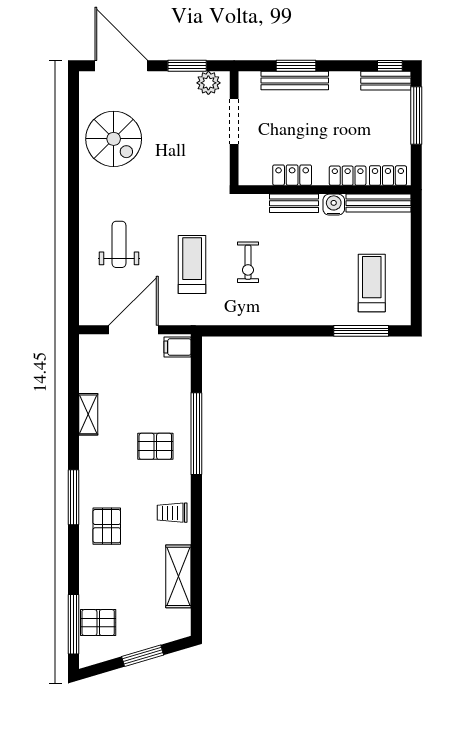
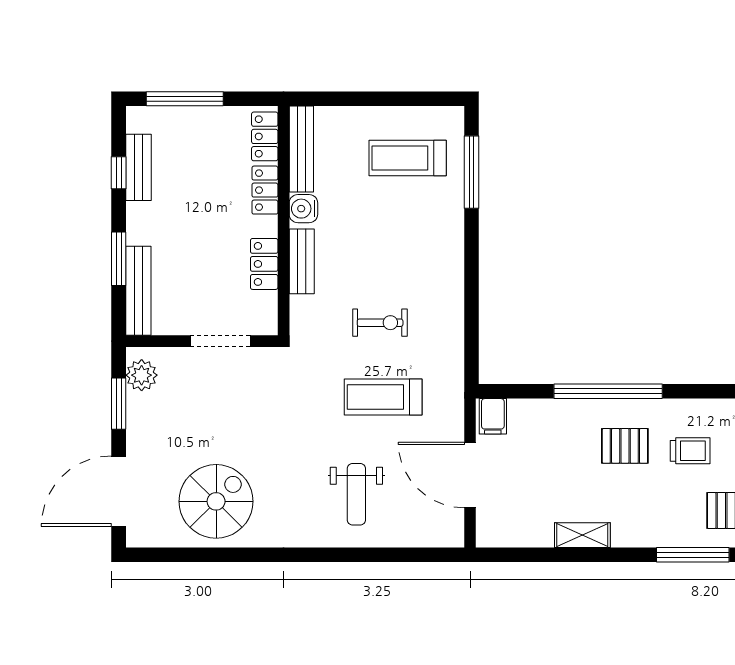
window: (390, 66) -> (119, 173), moved
bench: (295, 80) -> (138, 291), moved
bench: (386, 81) -> (138, 167), moved
doorway: (234, 121) -> (220, 341), moved
weight bench: (119, 244) -> (356, 494), turned -90
pallet: (155, 446) -> (625, 446), turned 90
trolley: (172, 513) -> (690, 451), moved, turned -90

